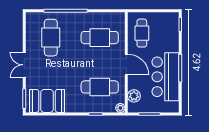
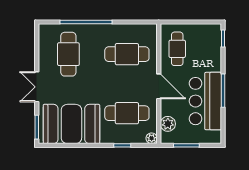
booth: (47, 101) -> (71, 124), width x1.36, depth x1.42

